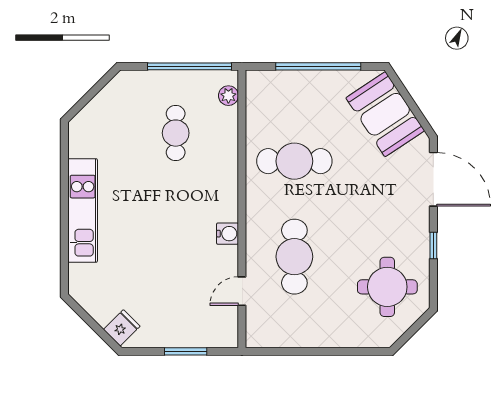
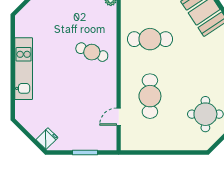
cafe table: (176, 133) -> (92, 52), moved, turned -70
water cooler: (228, 234) -> (110, 82), removed

